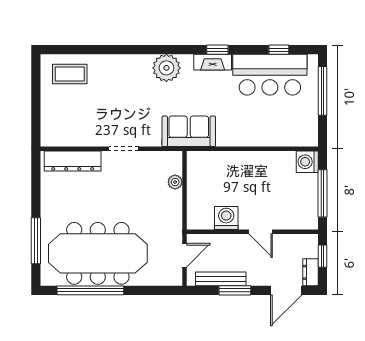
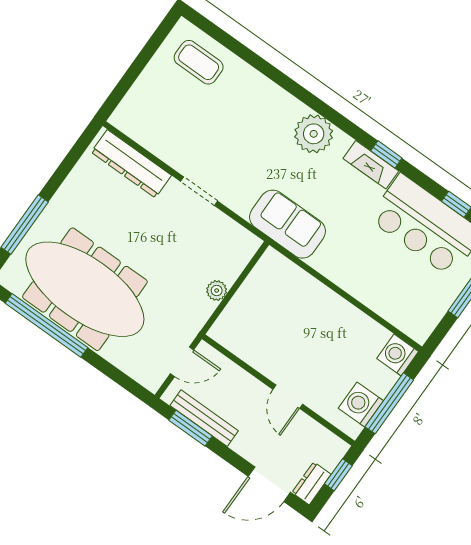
plant: (175, 182) -> (217, 291), moved
washing machine: (226, 218) -> (361, 404), moved, turned -90
window: (235, 290) -> (190, 428), moved

